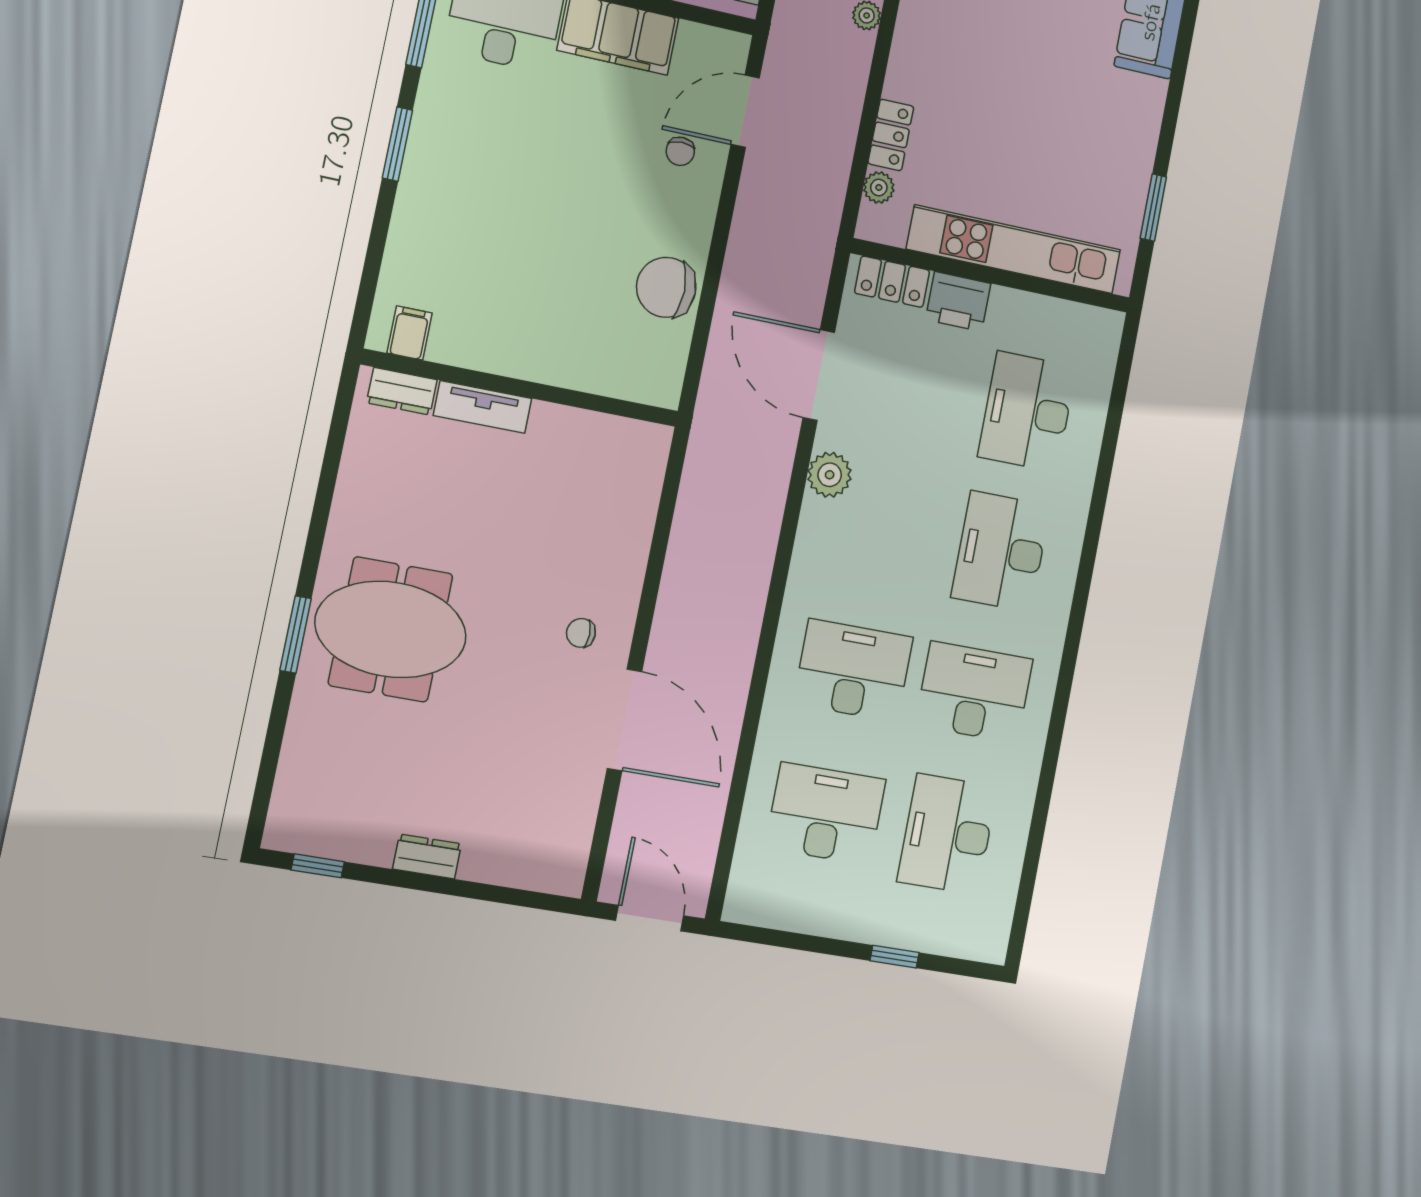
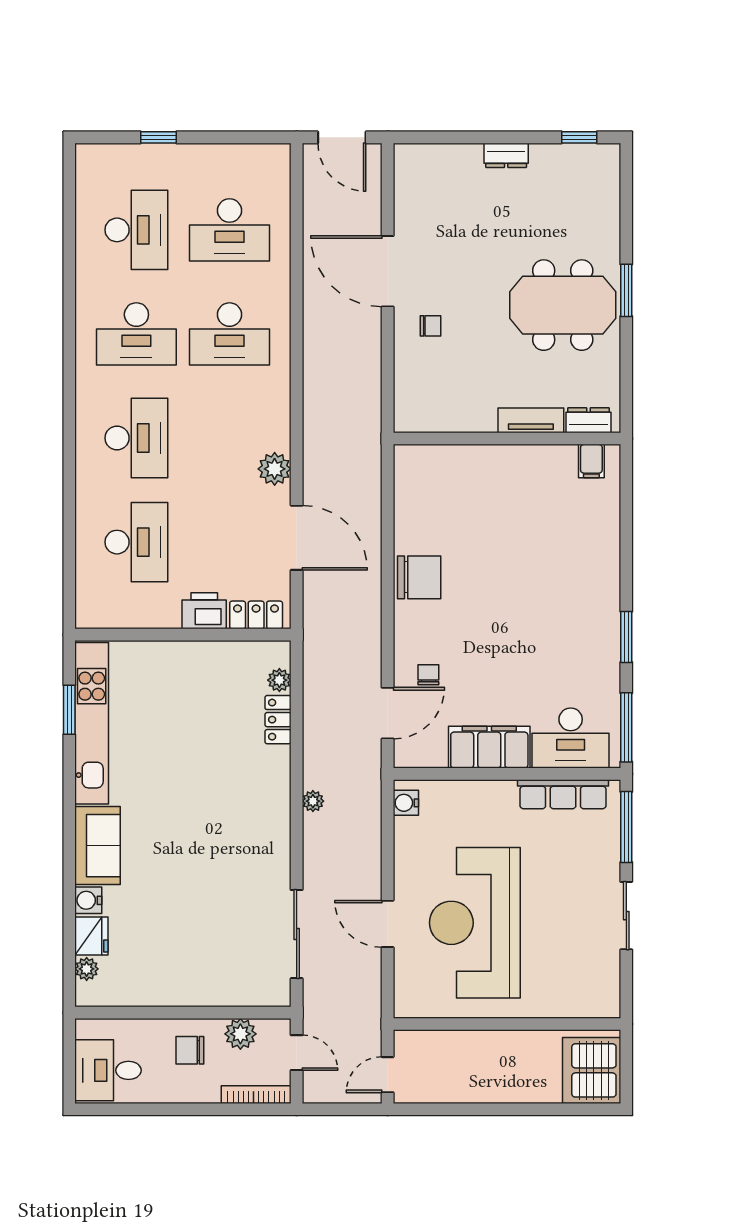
kitchen unit: (1014, 249) -> (92, 723), moved, turned -90
filing cabinet: (410, 333) -> (591, 461), moved
wall: (521, 388) -> (507, 439), moved
dresser: (402, 391) -> (588, 420), moved
tv unit: (483, 407) -> (531, 420), moved

